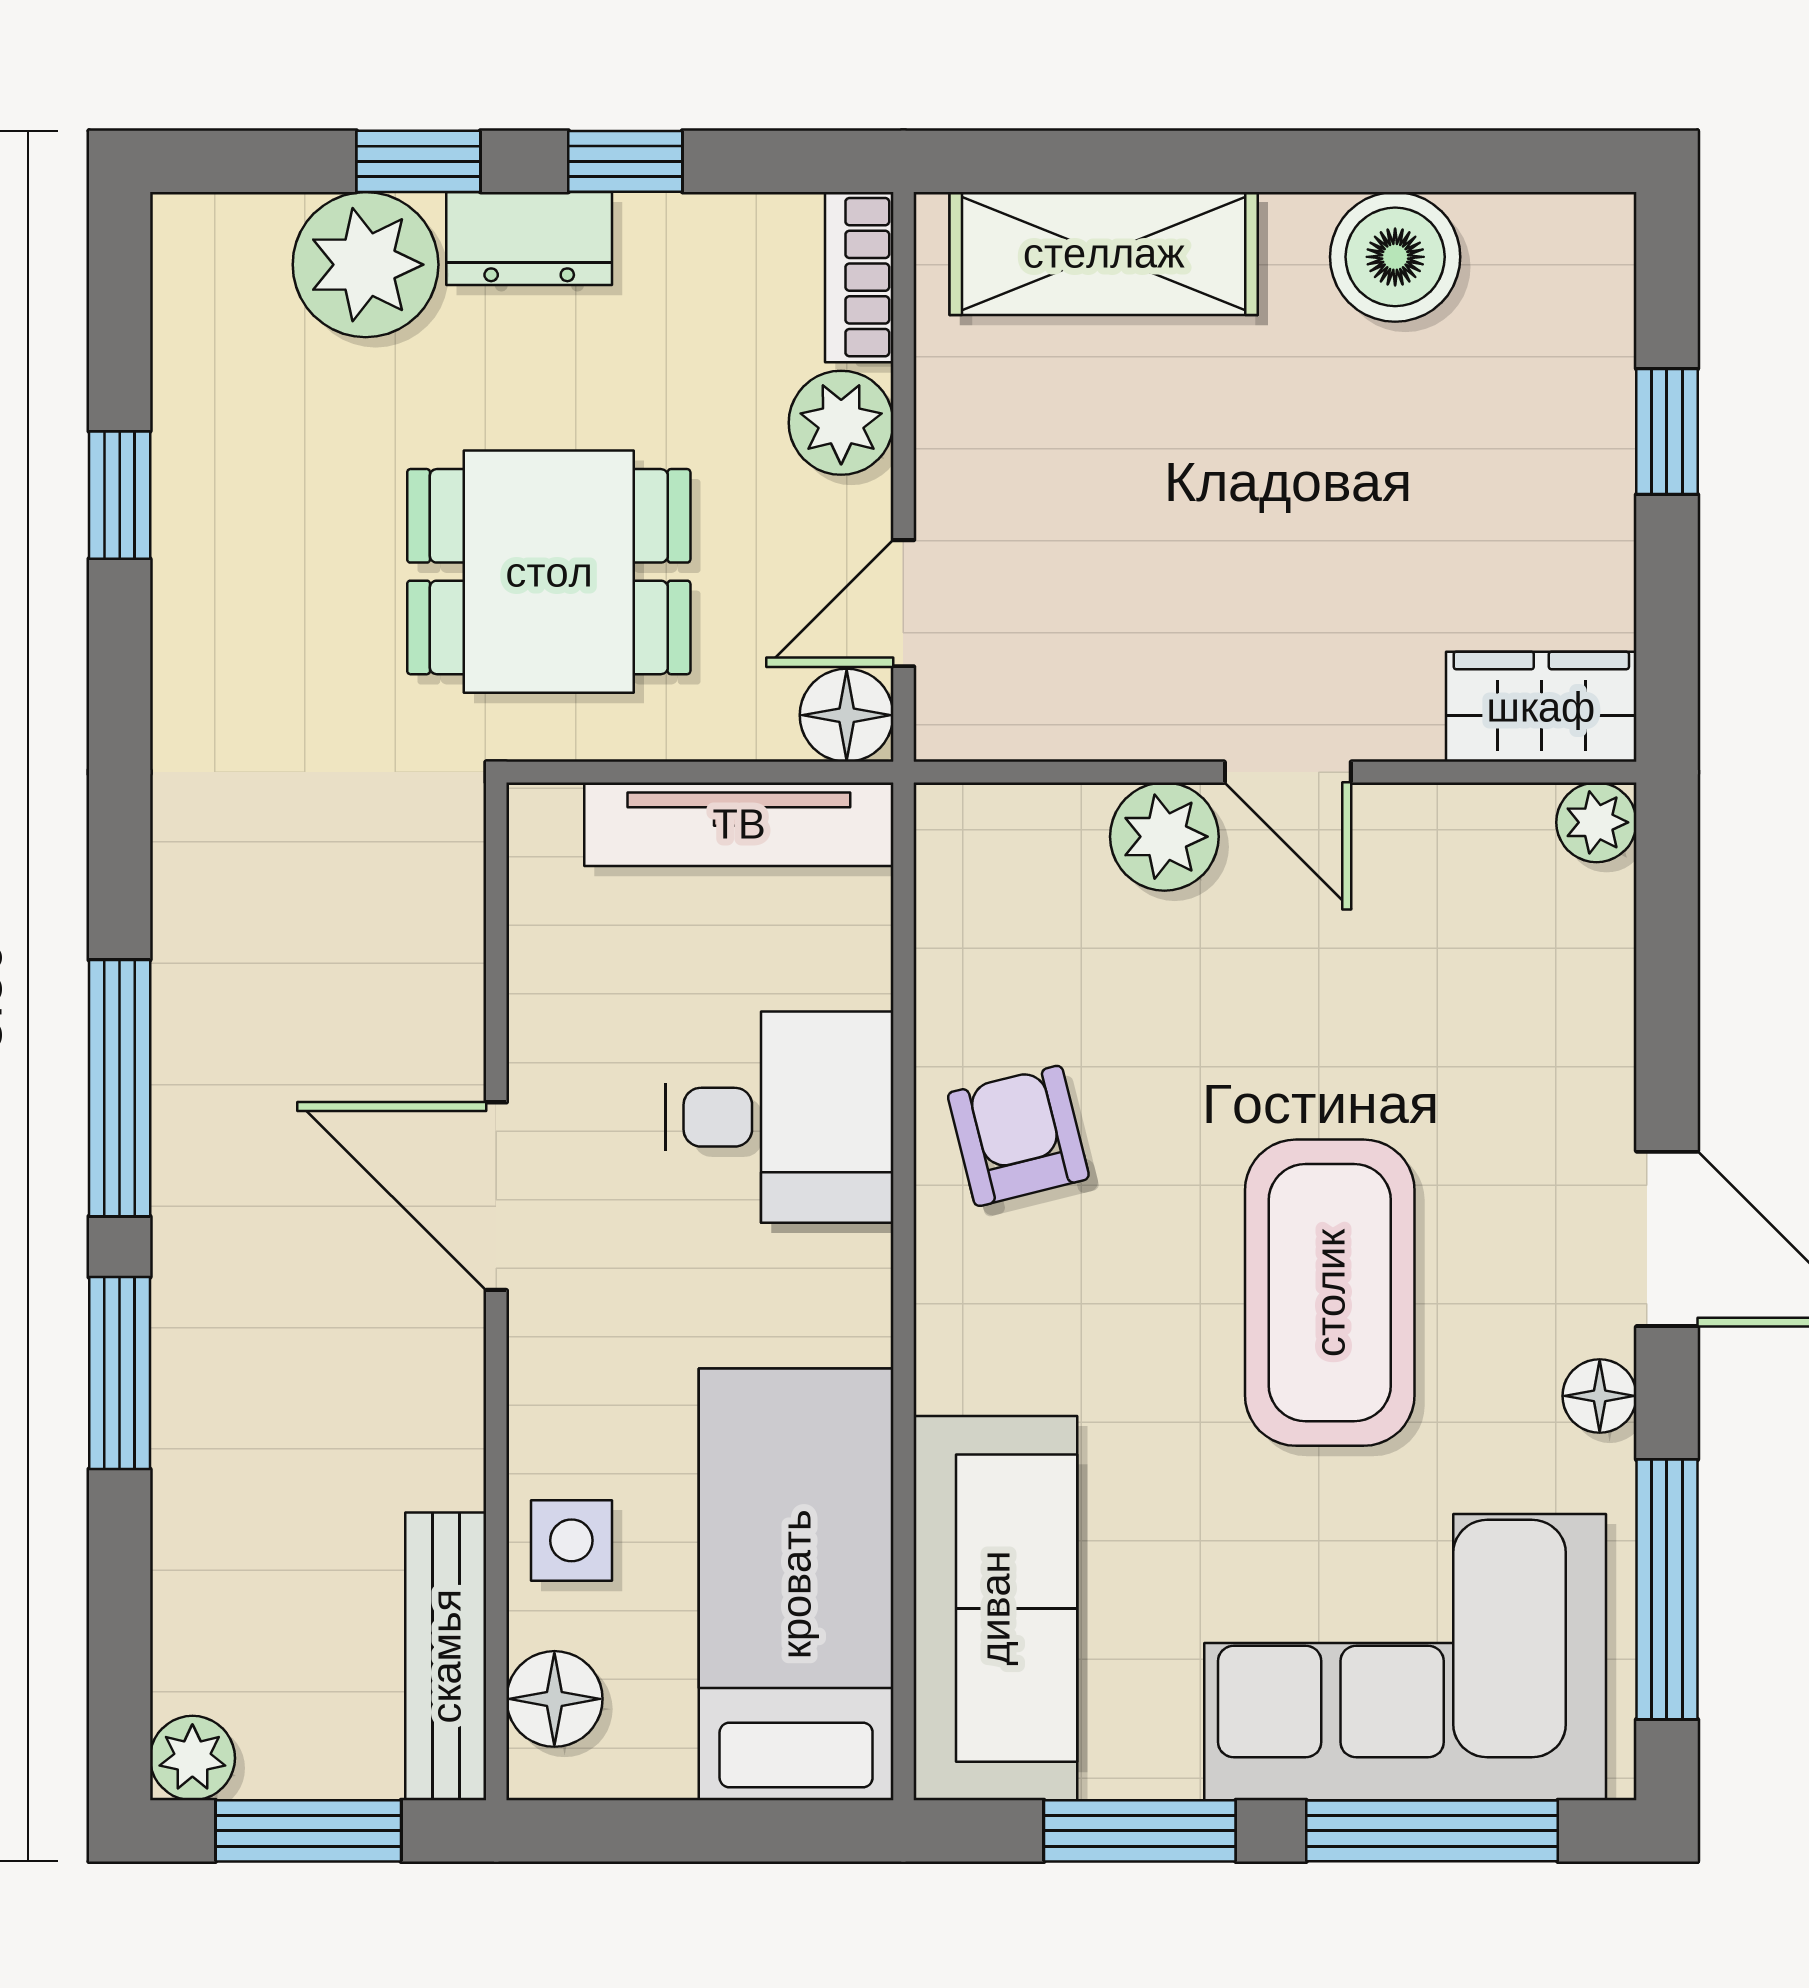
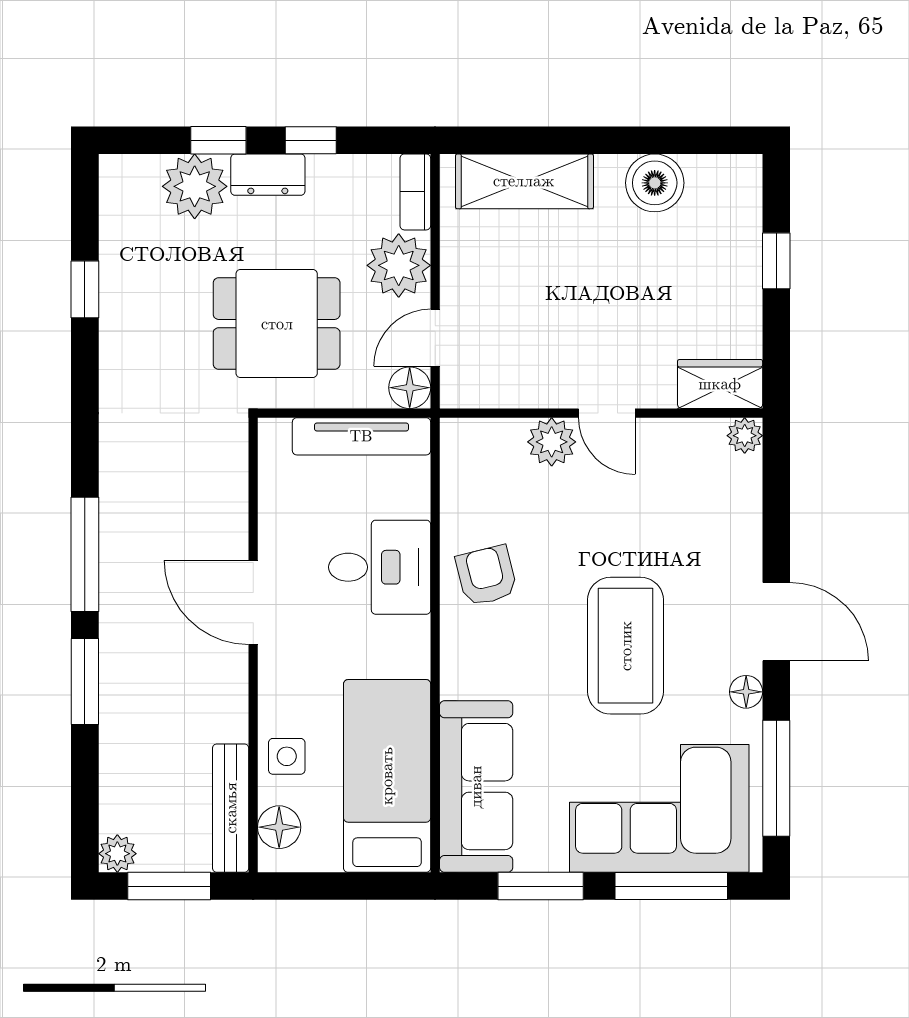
plant: (841, 423) -> (399, 265), width x1.36, depth x1.36

